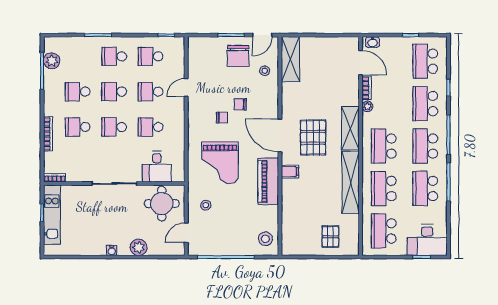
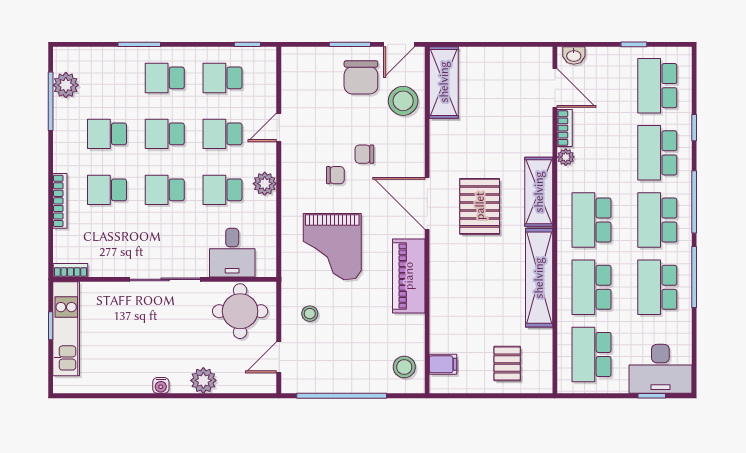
stool: (265, 71) -> (403, 101), width x1.89, depth x1.89
plant: (177, 123) -> (265, 184), added
filing cabinet: (290, 172) -> (443, 364), moved

